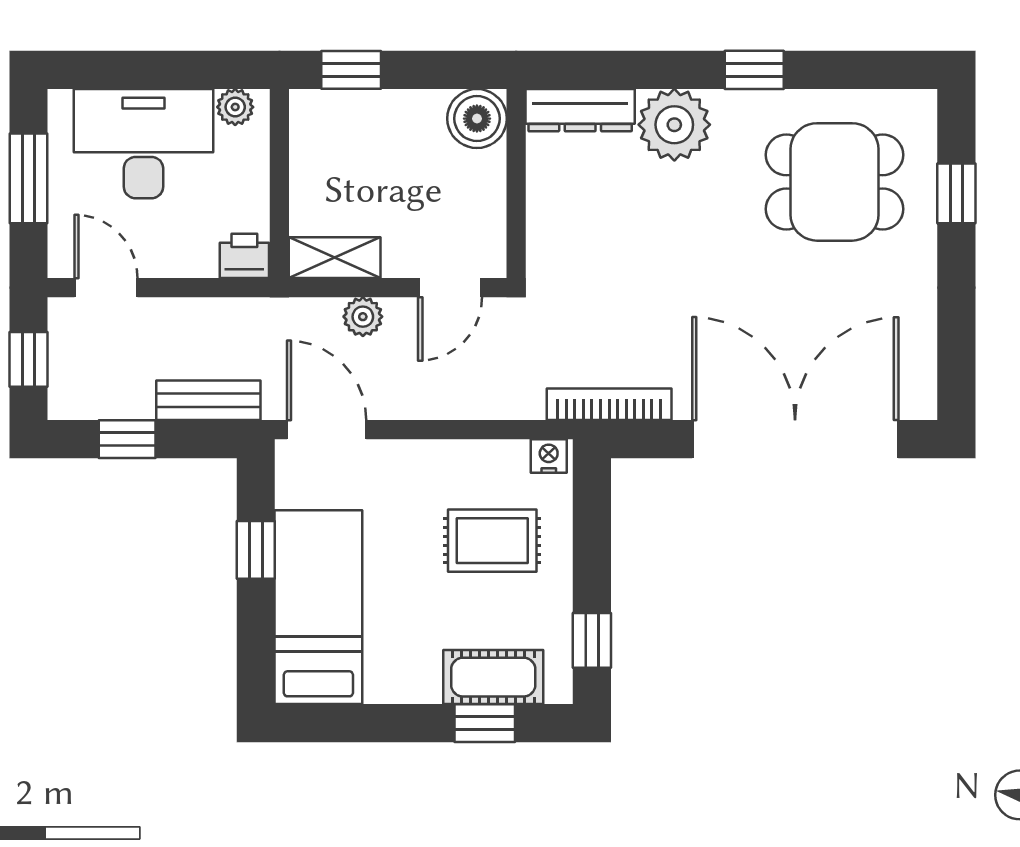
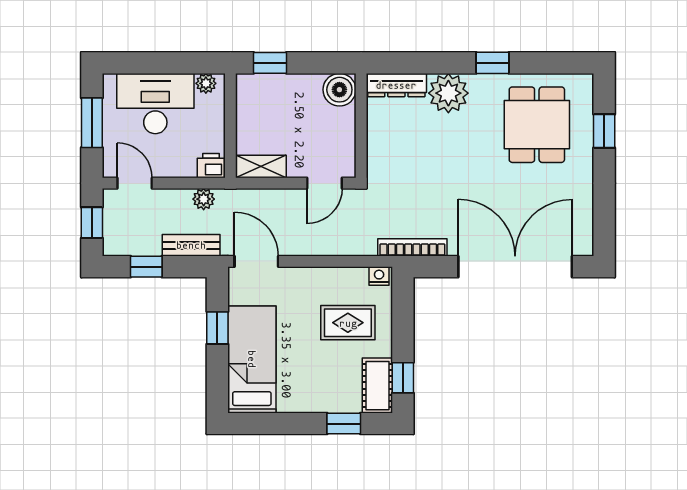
dining table: (835, 182) -> (537, 125), turned 90
plant: (363, 317) -> (204, 199), moved
cot: (493, 677) -> (377, 386), moved, turned 90

